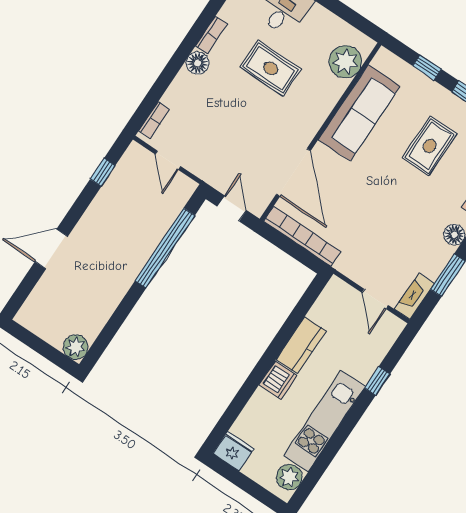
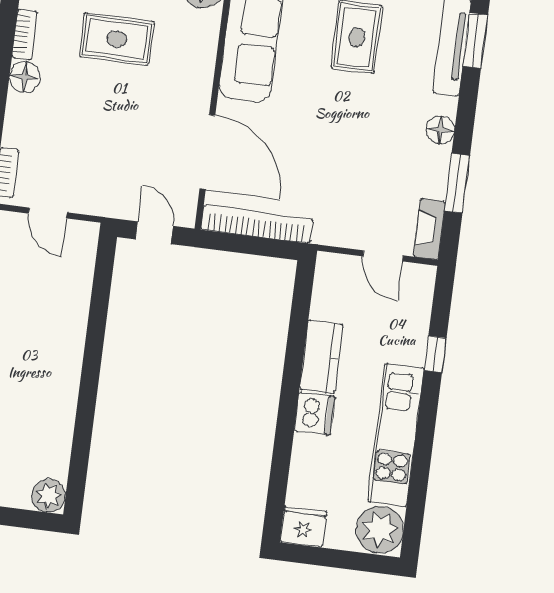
window: (165, 248) -> (97, 321), removed
plant: (289, 477) -> (380, 530), width x1.36, depth x1.36

